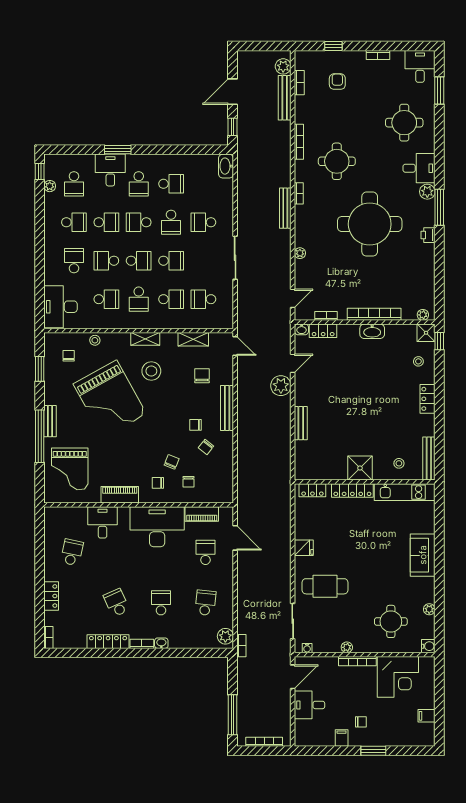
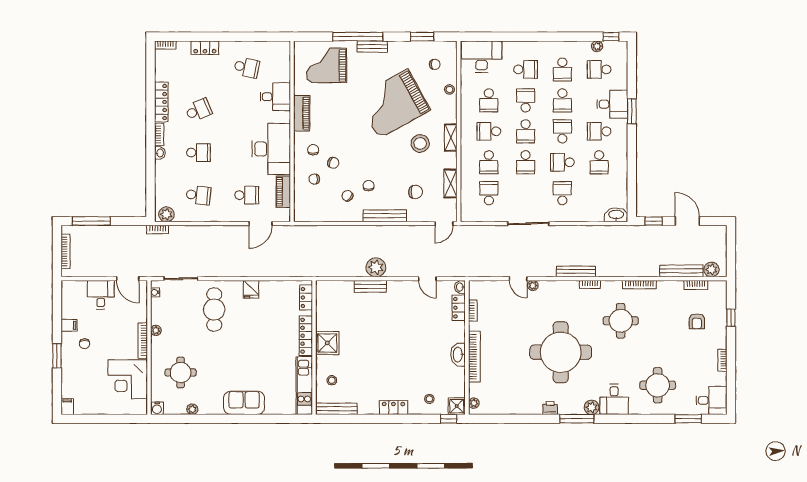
armchair: (337, 82) -> (697, 321), turned 90
door: (293, 298) -> (518, 279), moved
plant: (281, 386) -> (376, 267), moved
filing cabinet: (426, 716) -> (67, 407), moved

